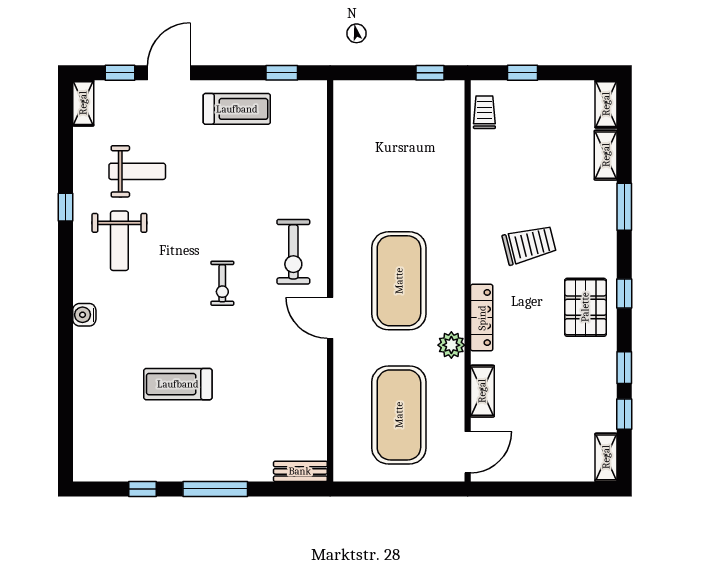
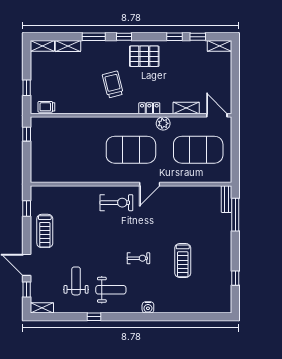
treadmill: (237, 109) -> (45, 231), turned 180
exercise bike: (222, 283) -> (138, 258), moved
window: (624, 293) -> (124, 37), moved
locker: (482, 318) -> (149, 108), width x0.66
window: (215, 489) -> (235, 215), moved

